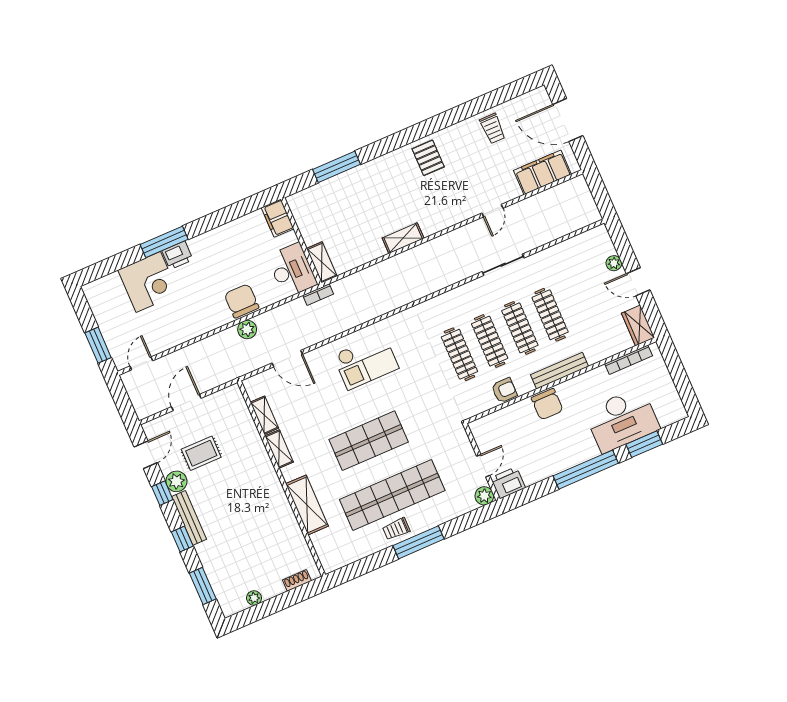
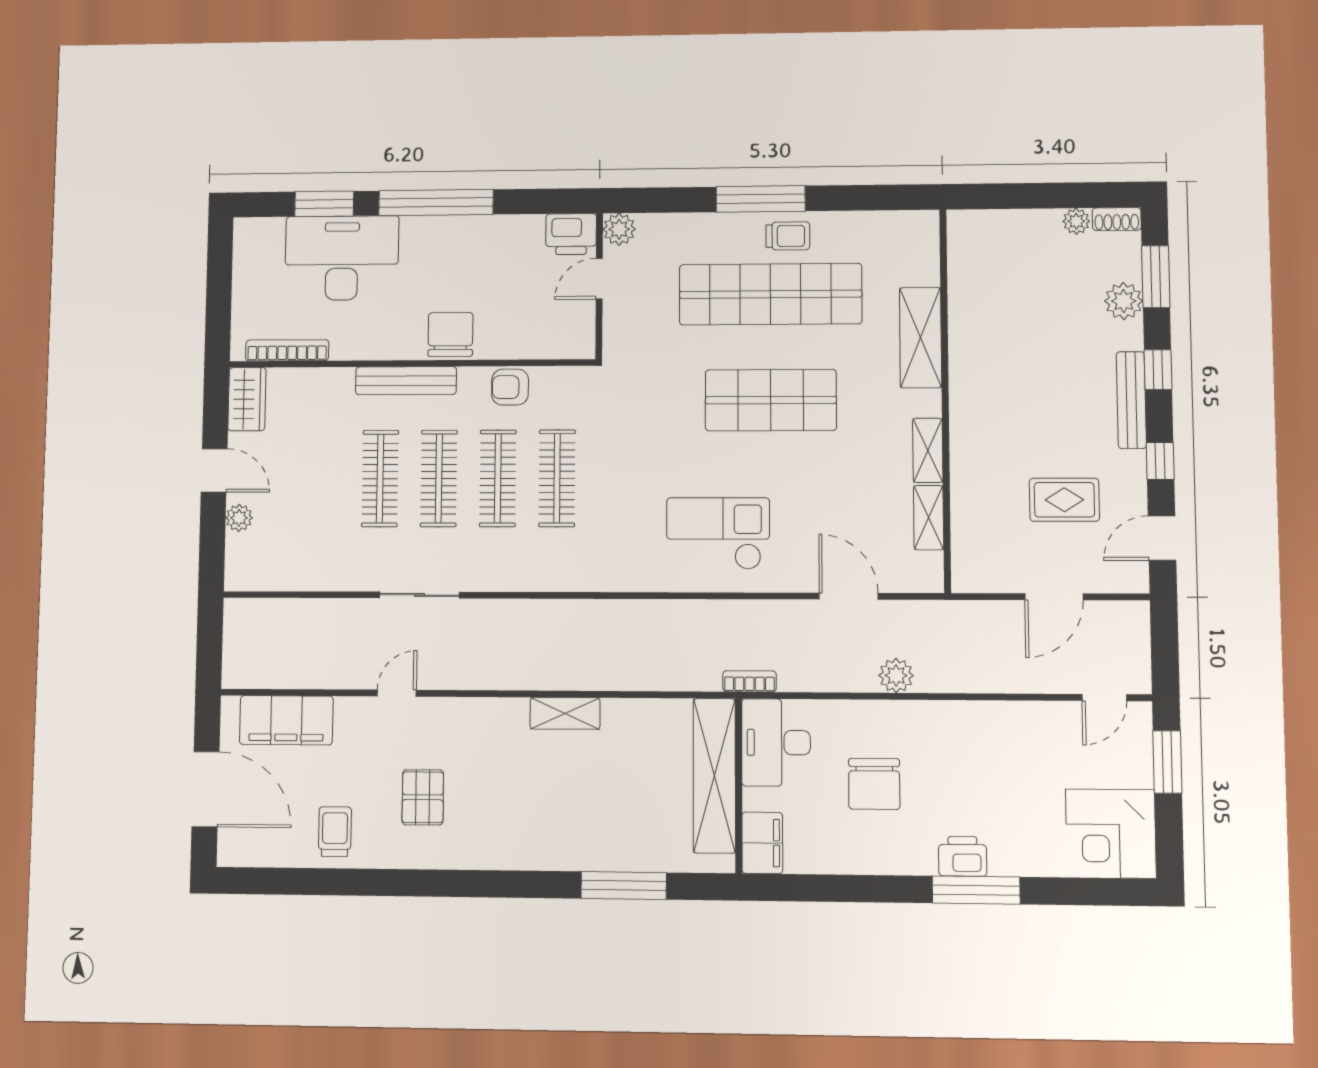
pallet: (428, 158) -> (423, 797), moved
shelving: (322, 262) -> (714, 776), width x2.20, depth x1.33
corner desk: (148, 282) -> (1111, 834), moved, turned -90
chair: (242, 301) -> (874, 784), moved
plant: (176, 481) -> (1124, 301), moved
shoe rack: (297, 580) -> (1117, 219), moved

